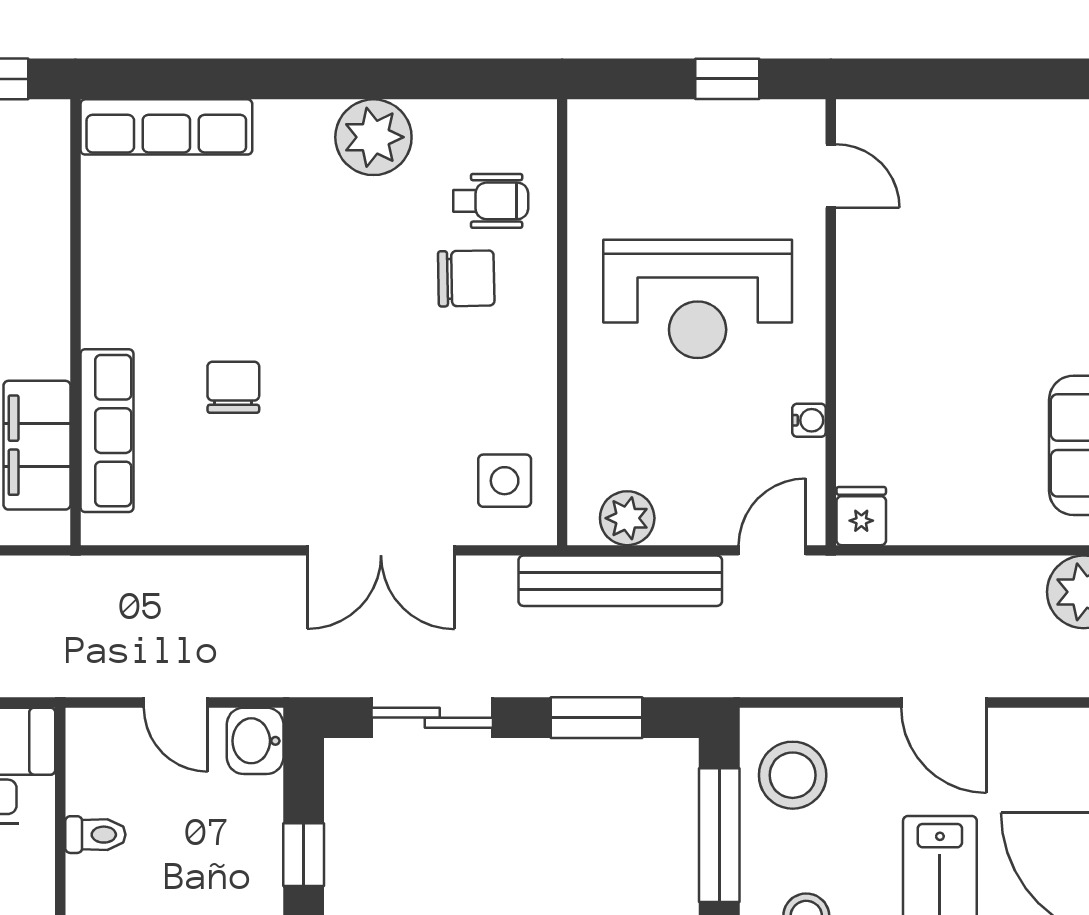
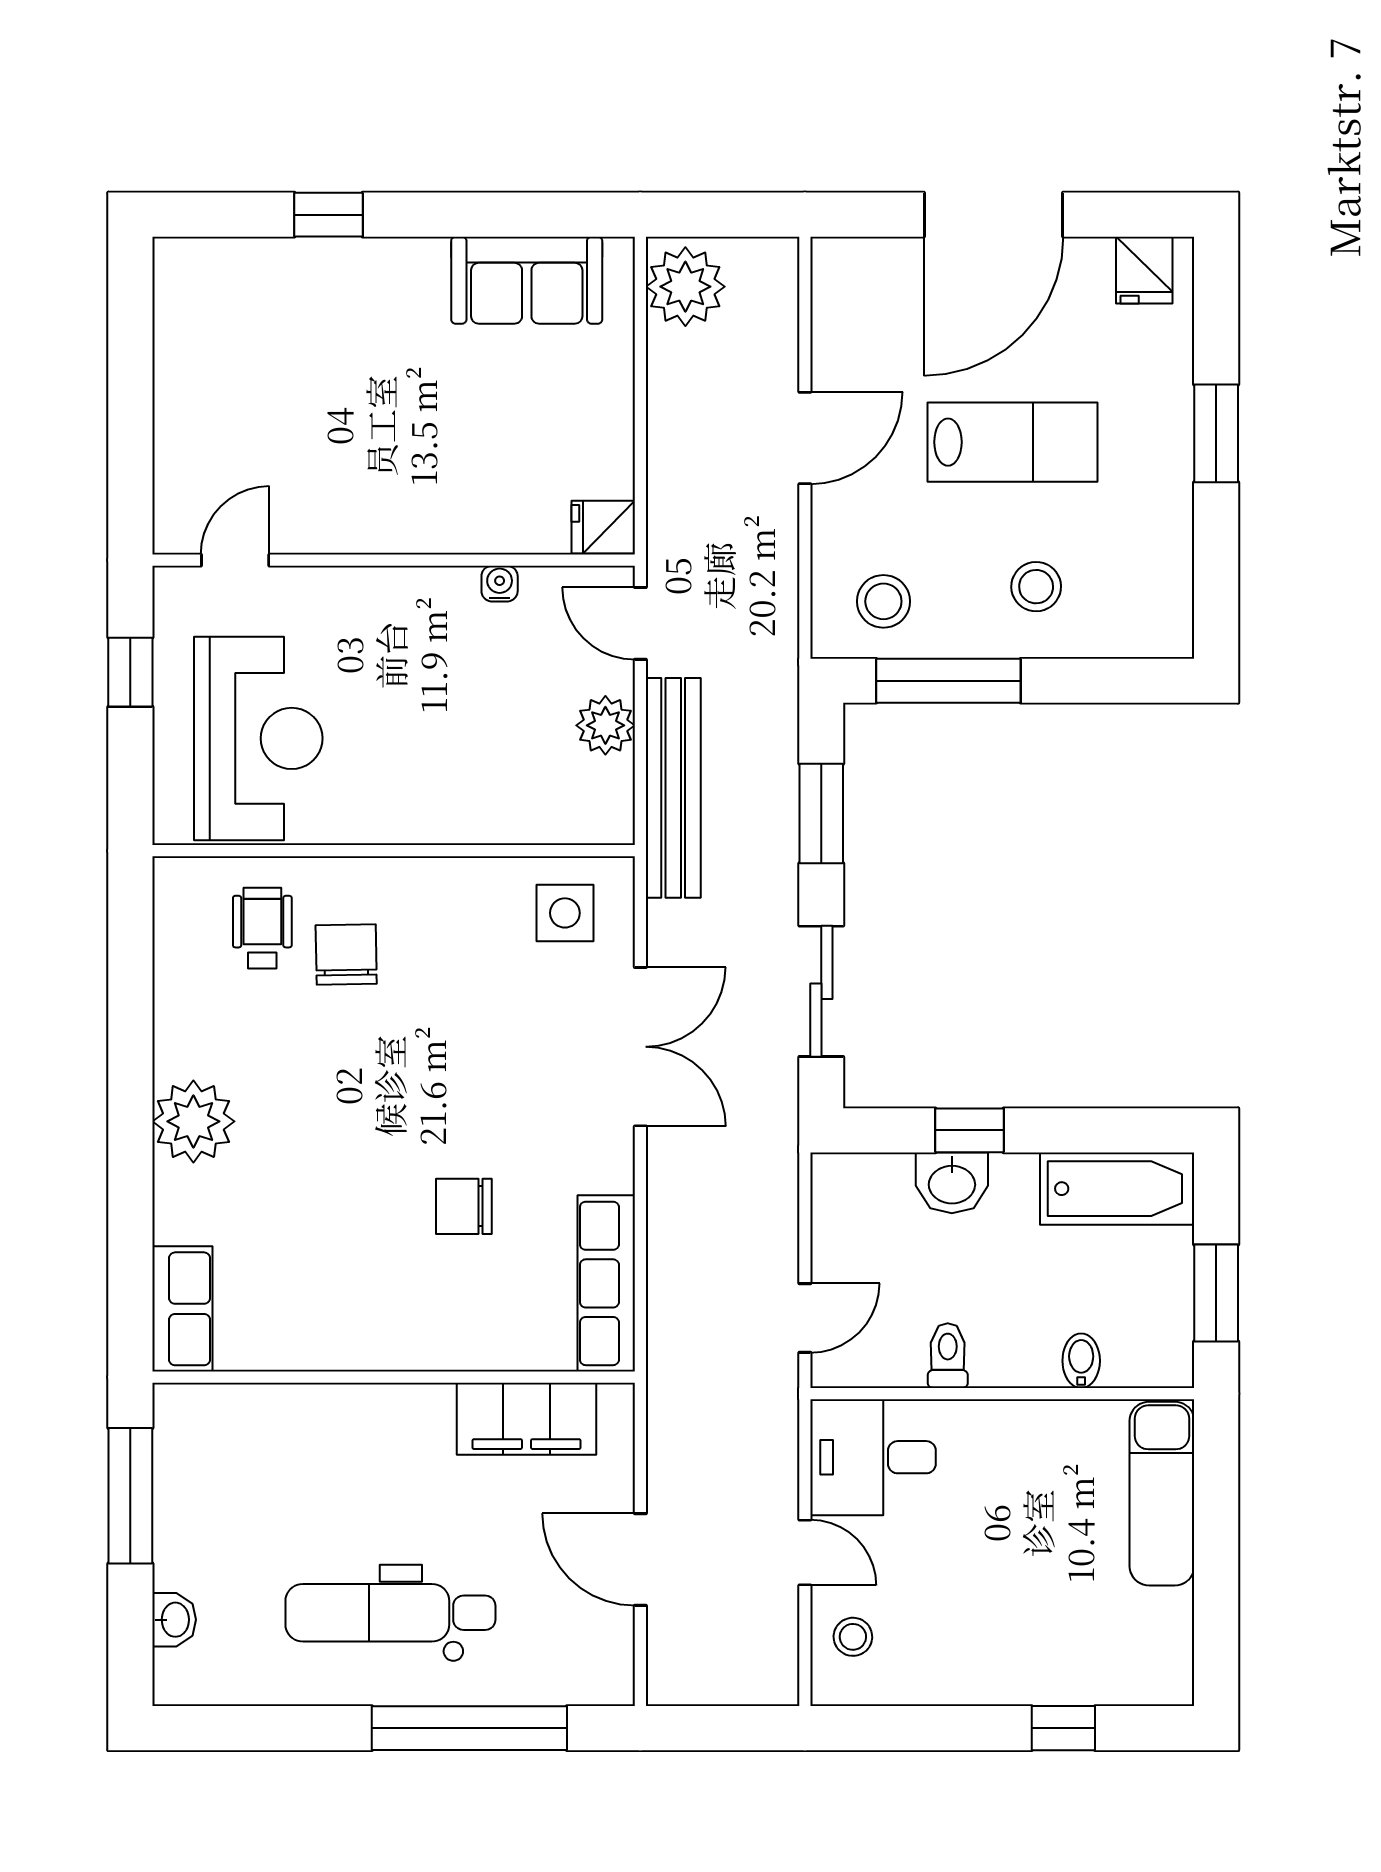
row of seats: (166, 127) -> (182, 1309), width x0.68
plant: (373, 137) -> (193, 1121), moved
reception desk: (698, 299) -> (258, 738), moved
row of seats: (107, 431) -> (606, 1283), moved, turned -90
plant: (627, 518) -> (605, 725), moved
door: (176, 702) -> (805, 1318), moved
washbasin: (255, 741) -> (952, 1183), moved
stool: (793, 775) -> (883, 601), width x0.73, depth x0.73

